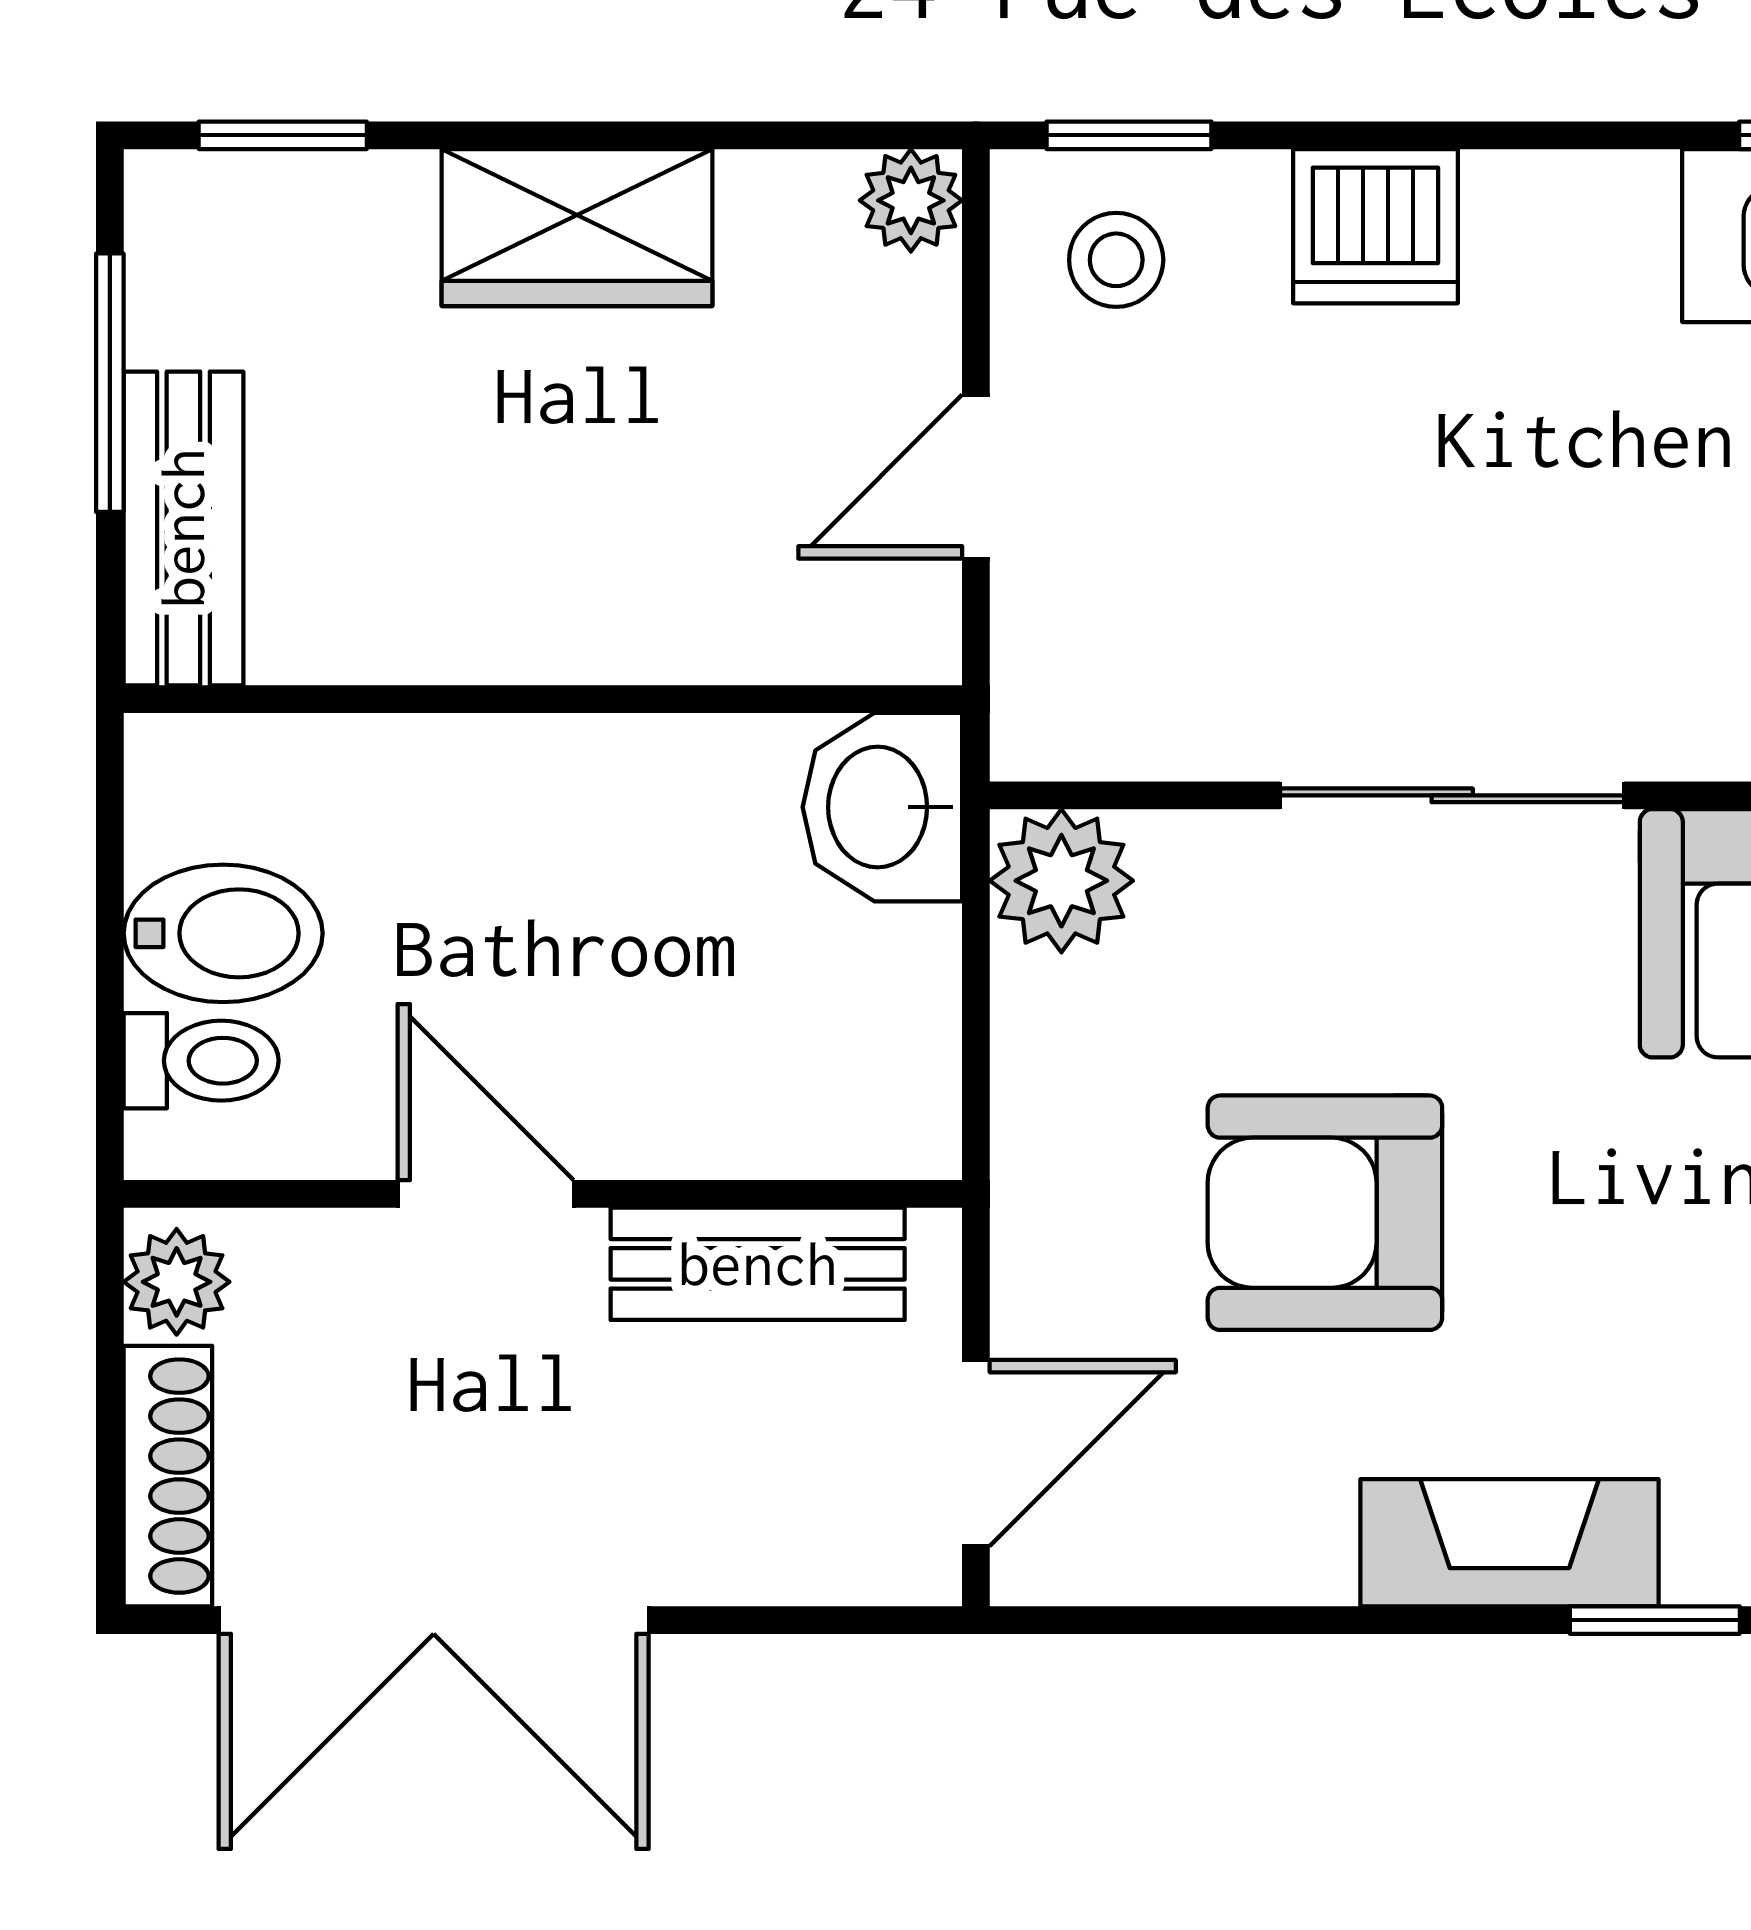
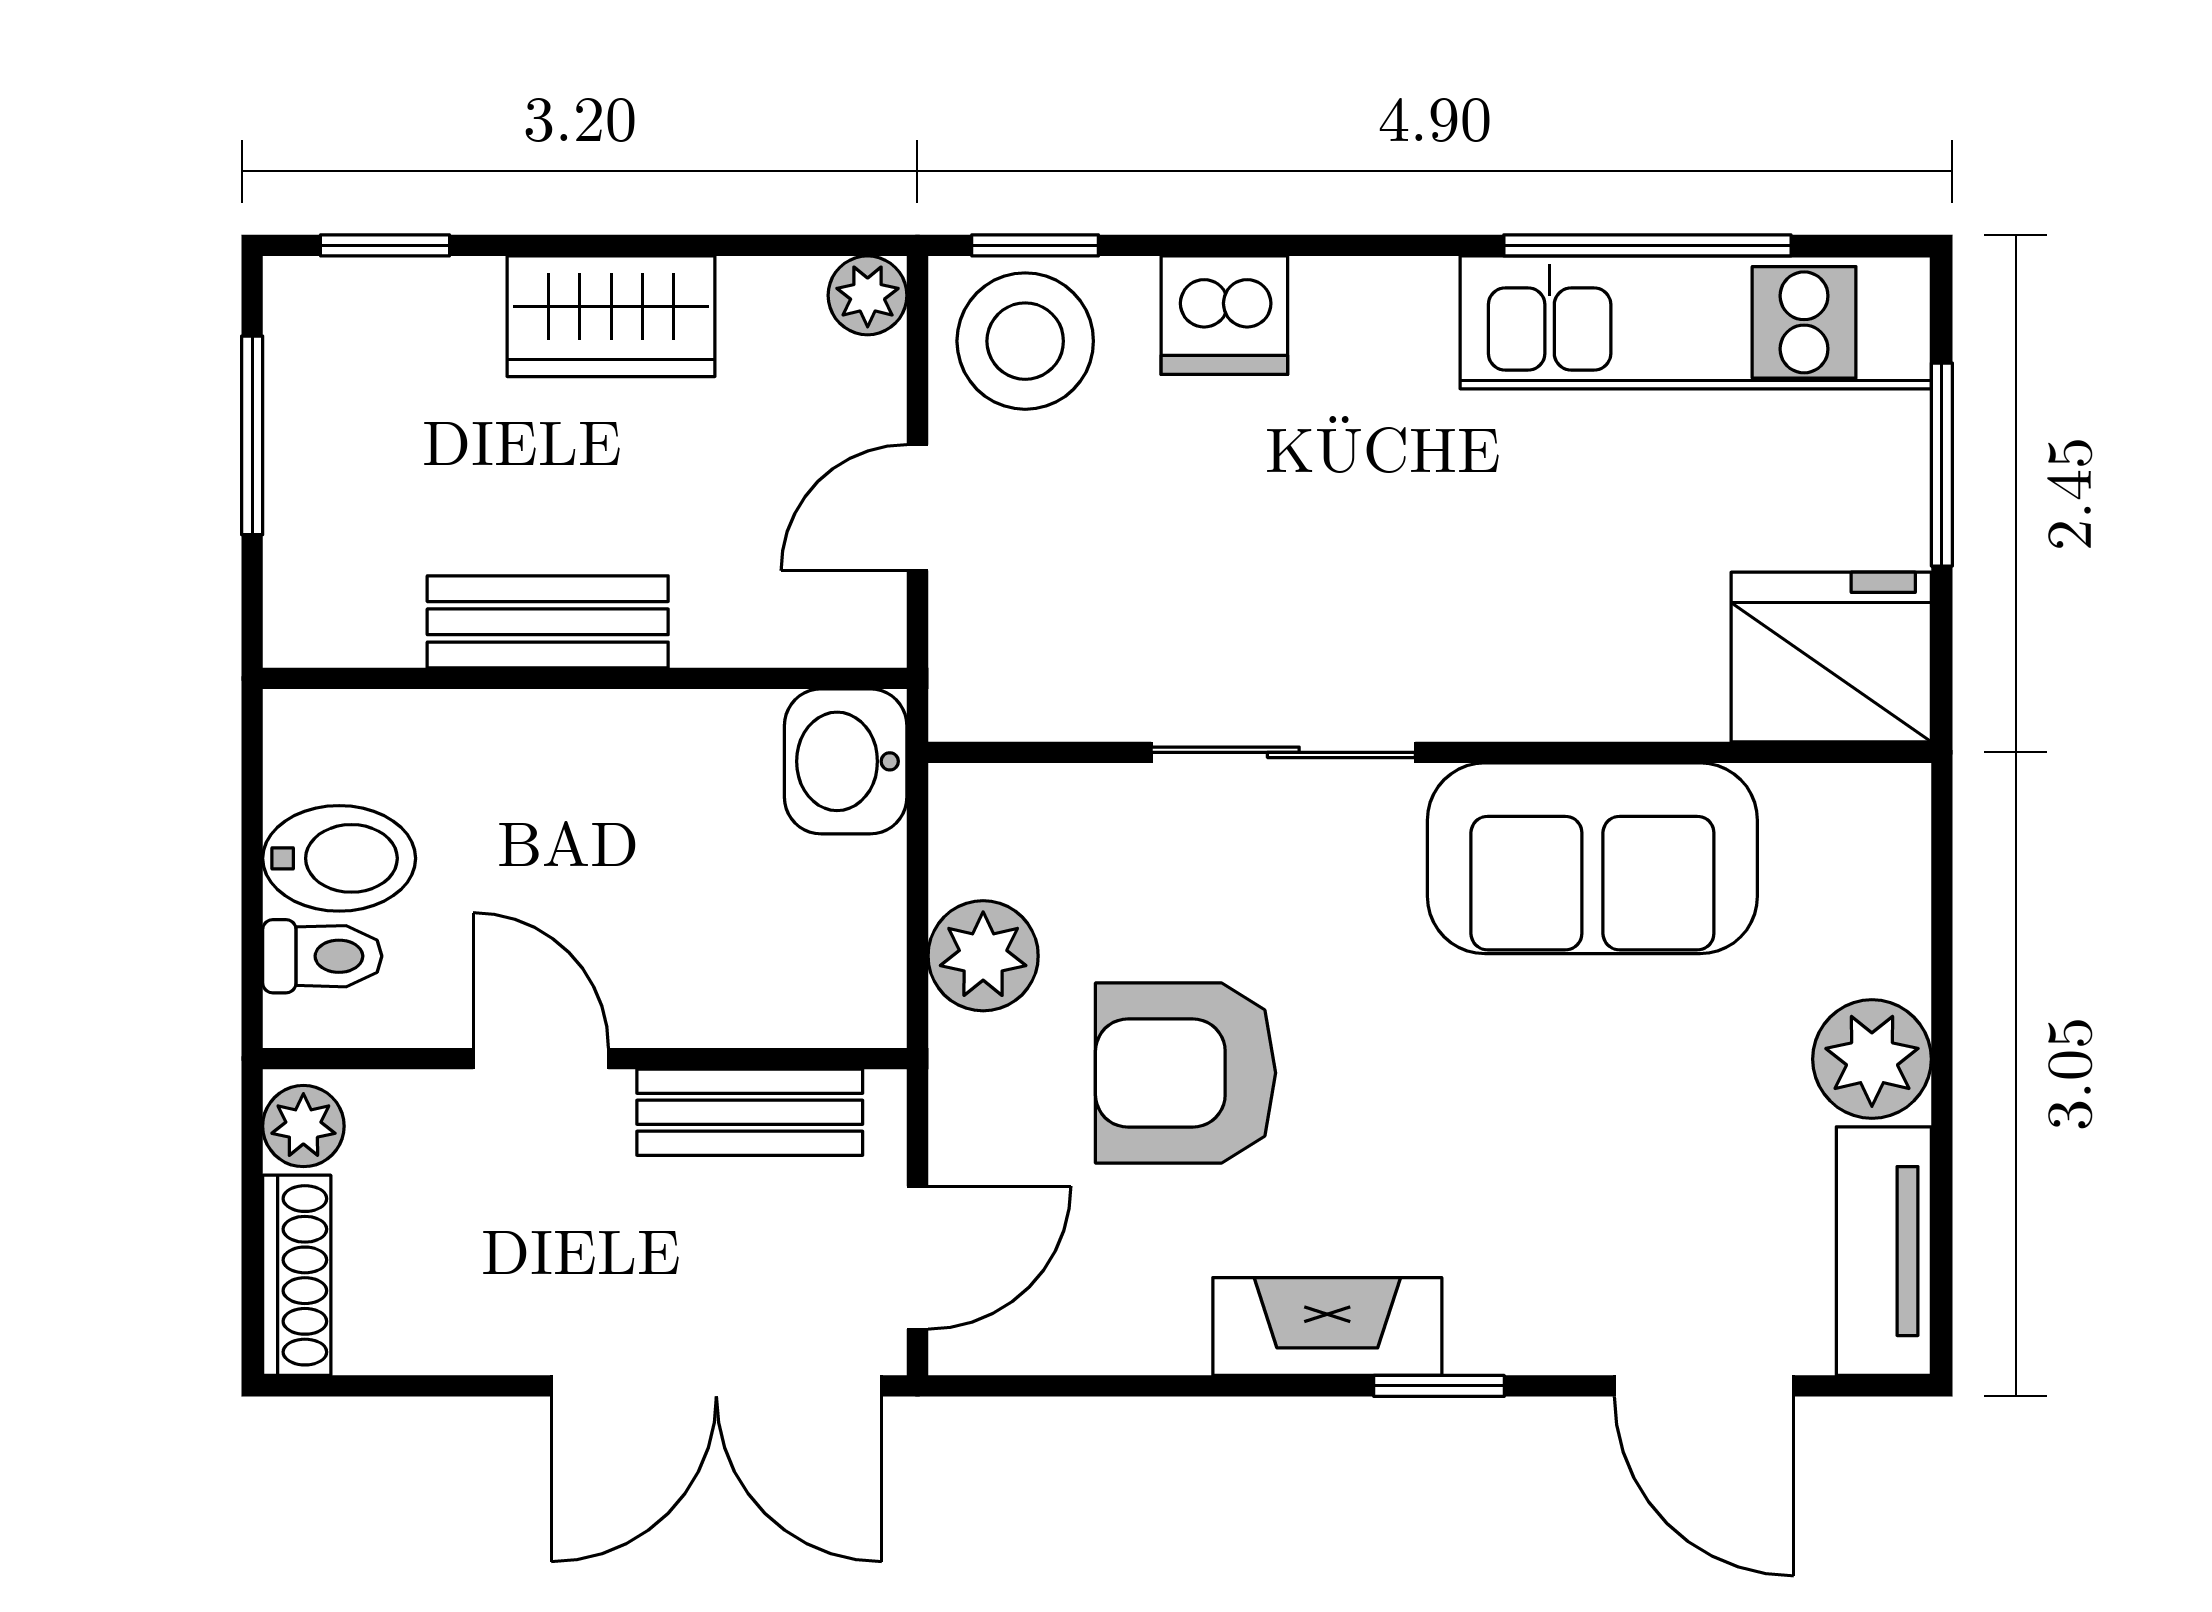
stool: (1116, 260) -> (1025, 341), width x1.89, depth x1.89
bench: (183, 528) -> (548, 622), moved, turned 90
plant: (1061, 881) -> (983, 956), moved
double door: (434, 1620) -> (716, 1386), moved

